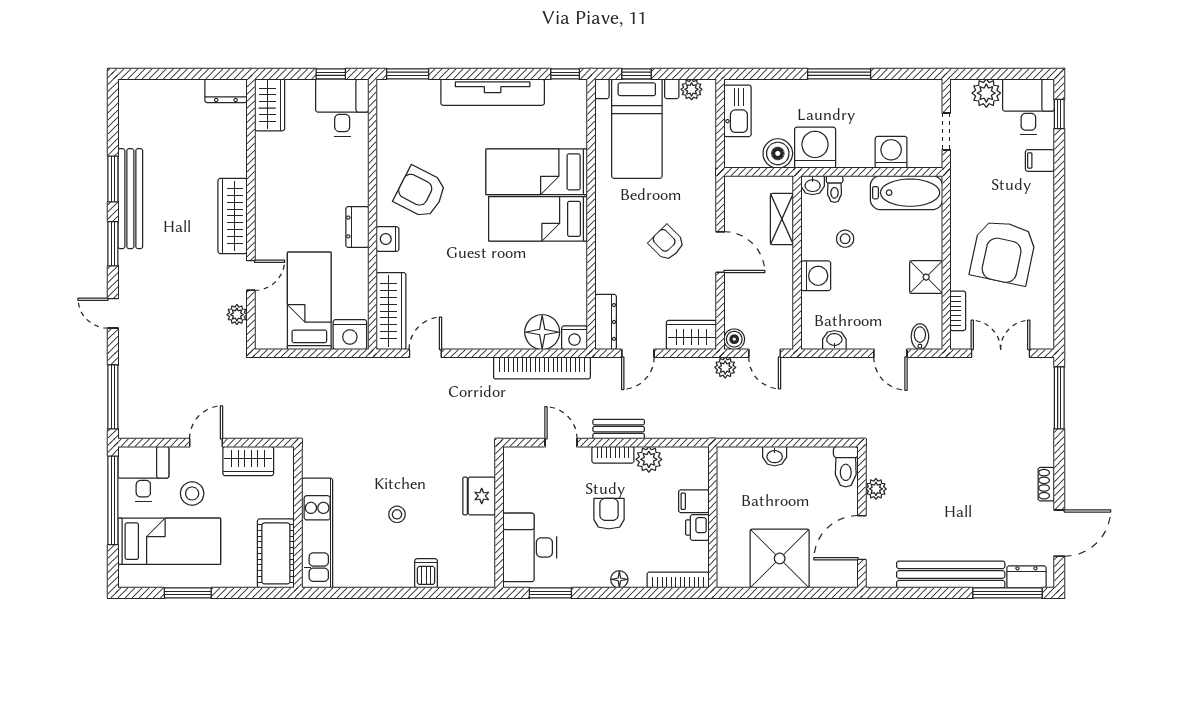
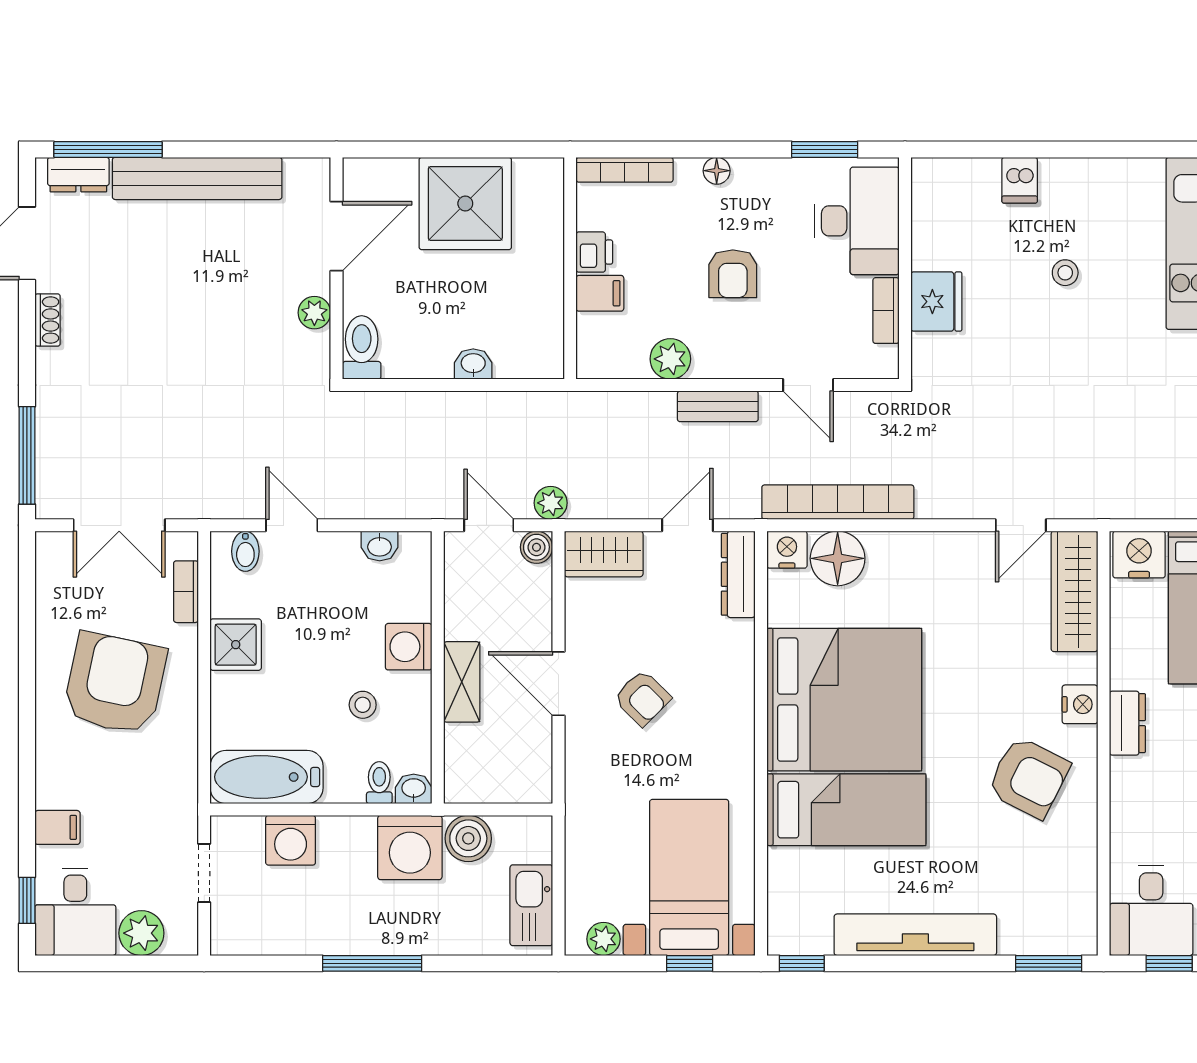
bed: (538, 219) -> (844, 700), width x2.04
shelving: (782, 219) -> (462, 682), moved
bookcase: (613, 455) -> (886, 311), moved, turned -90

